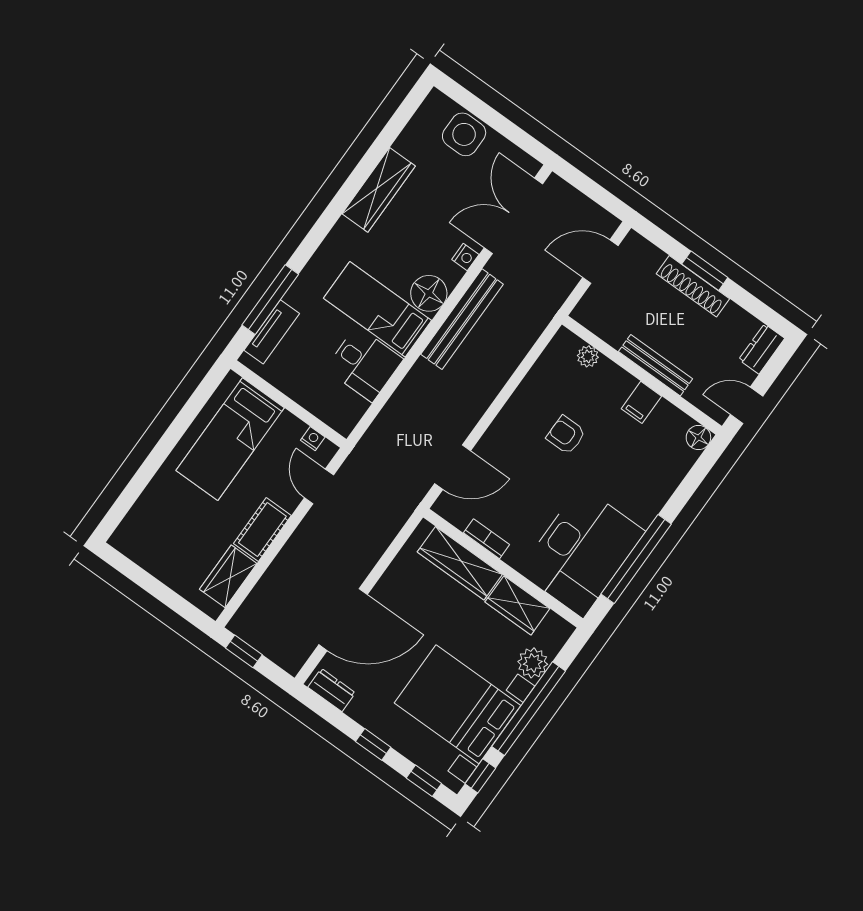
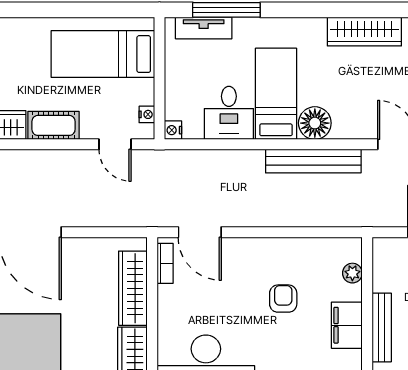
nightstand: (465, 257) -> (173, 130), moved, turned 90
filing cabinet: (641, 402) -> (347, 325), width x2.00
door: (319, 486) -> (115, 144), swing flipped
bookcase: (486, 539) -> (165, 263), moved

